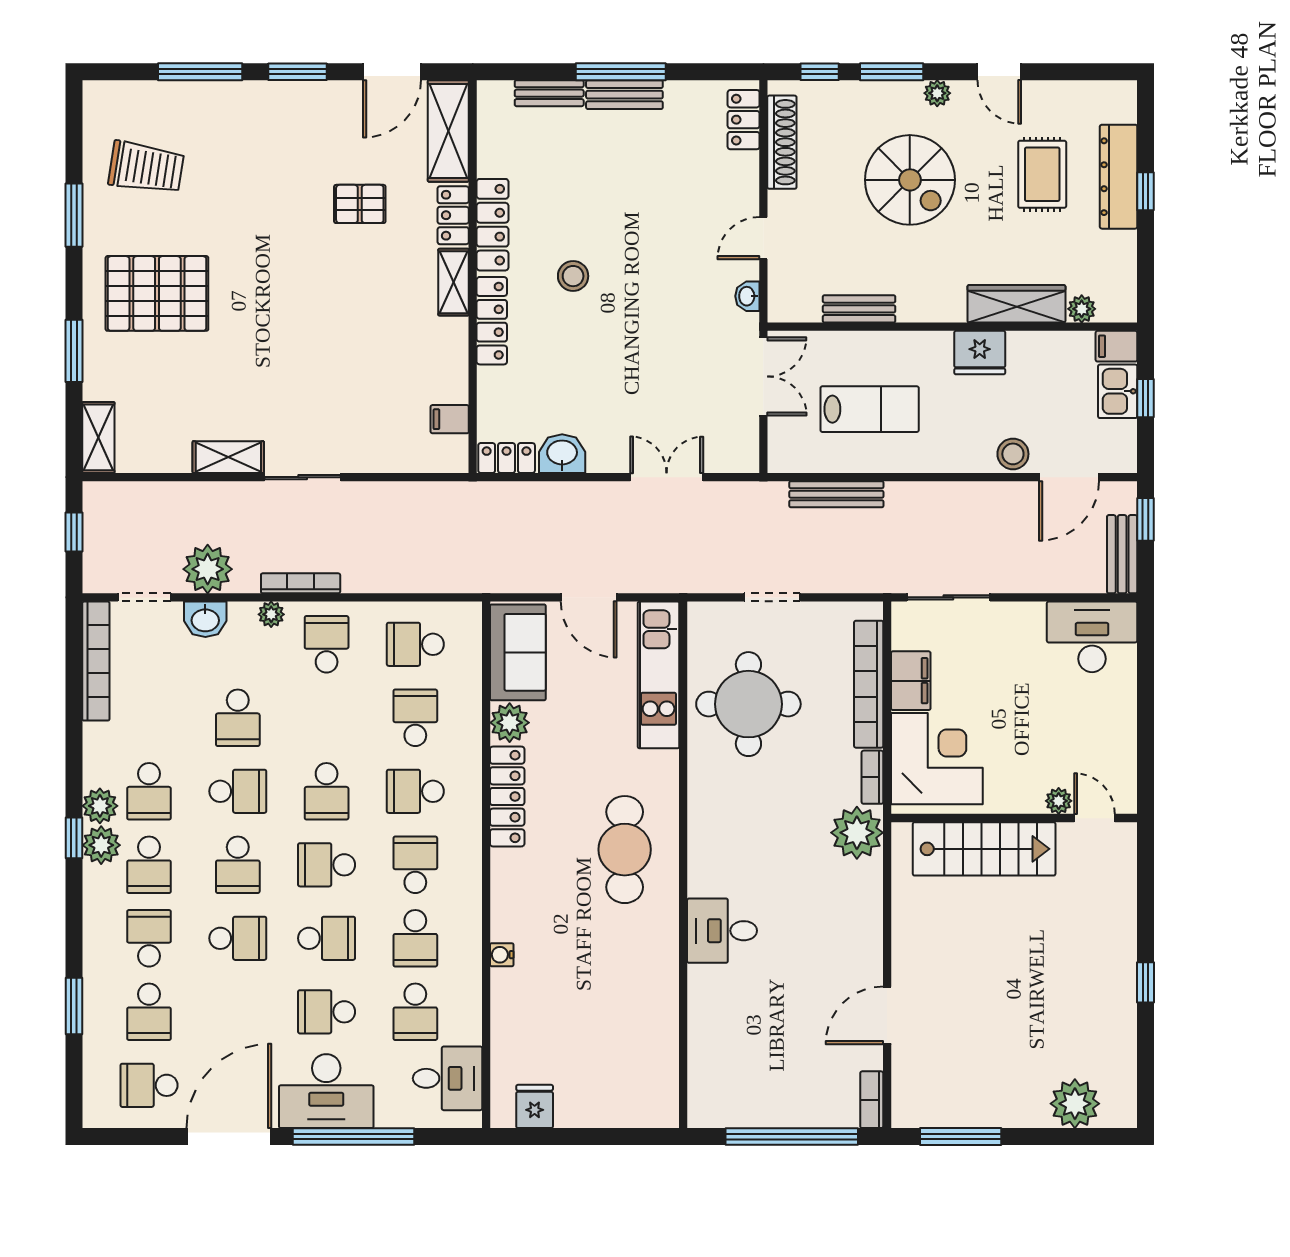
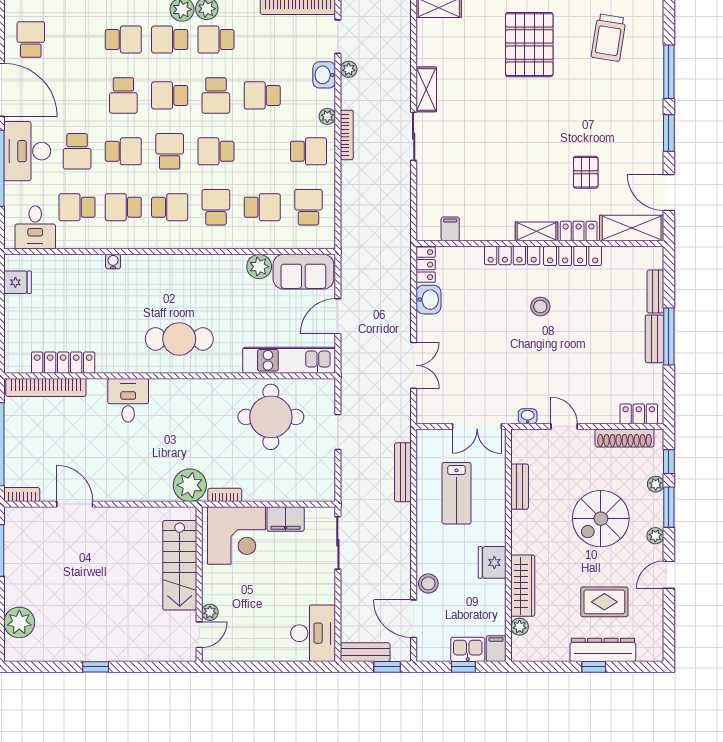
plant: (855, 93) -> (656, 484), added
plant: (208, 569) -> (349, 69), width x0.53, depth x0.53
bookcase: (869, 684) -> (46, 387), moved, turned 180
locker: (507, 796) -> (63, 363), moved, turned 180
school desk: (327, 938) -> (123, 151), turned -90
school desk: (149, 1012) -> (77, 40), removed
school desk: (327, 1012) -> (77, 151), turned 180

